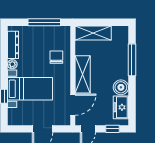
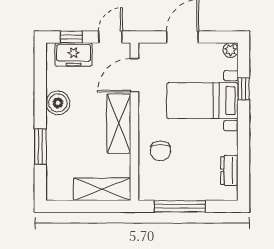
dresser: (13, 45) -> (229, 170), width x0.70
window: (132, 60) -> (40, 147), width x0.69
plant: (12, 64) -> (230, 50), moved
freezer: (121, 107) -> (74, 55), moved, turned 90

